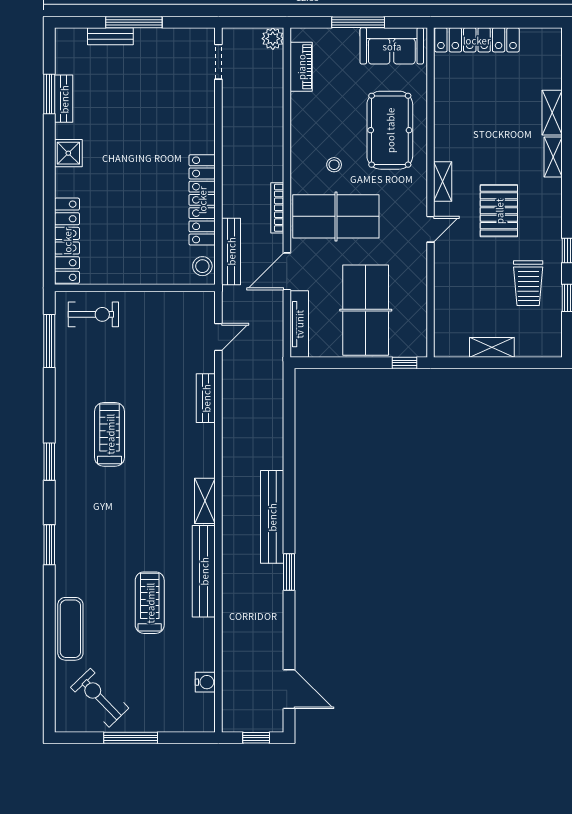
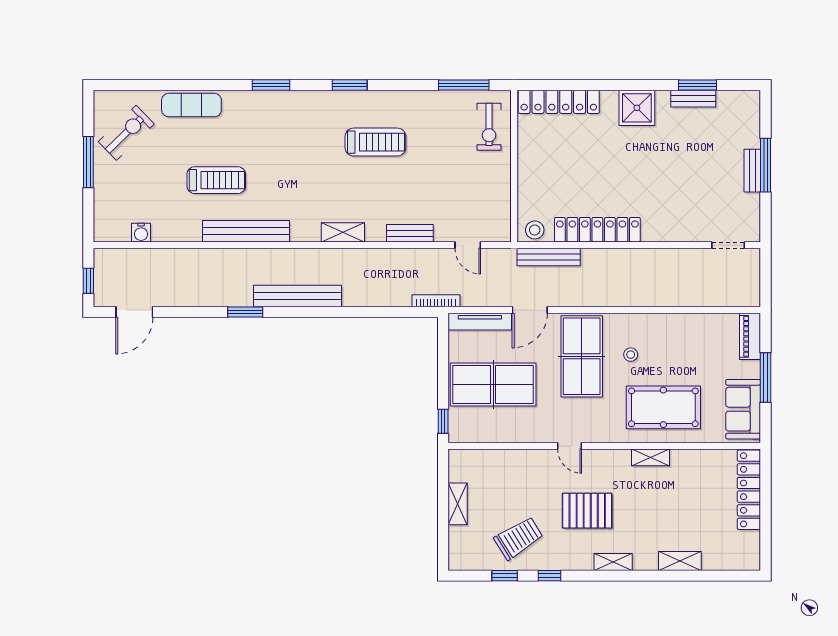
bench: (110, 36) -> (752, 171), moved
plant: (273, 39) -> (750, 297), removed
piano: (301, 67) -> (750, 336), moved, turned 90
shower: (68, 153) -> (637, 108), width x1.36, depth x1.36
shelving: (553, 157) -> (613, 562), moved
shelving: (443, 181) -> (650, 457), moved
bookcase: (277, 208) -> (436, 301), moved
door: (287, 271) -> (530, 310), swing flipped
trolley: (528, 283) -> (519, 538), turned 148
shelving: (205, 501) -> (343, 232), moved

